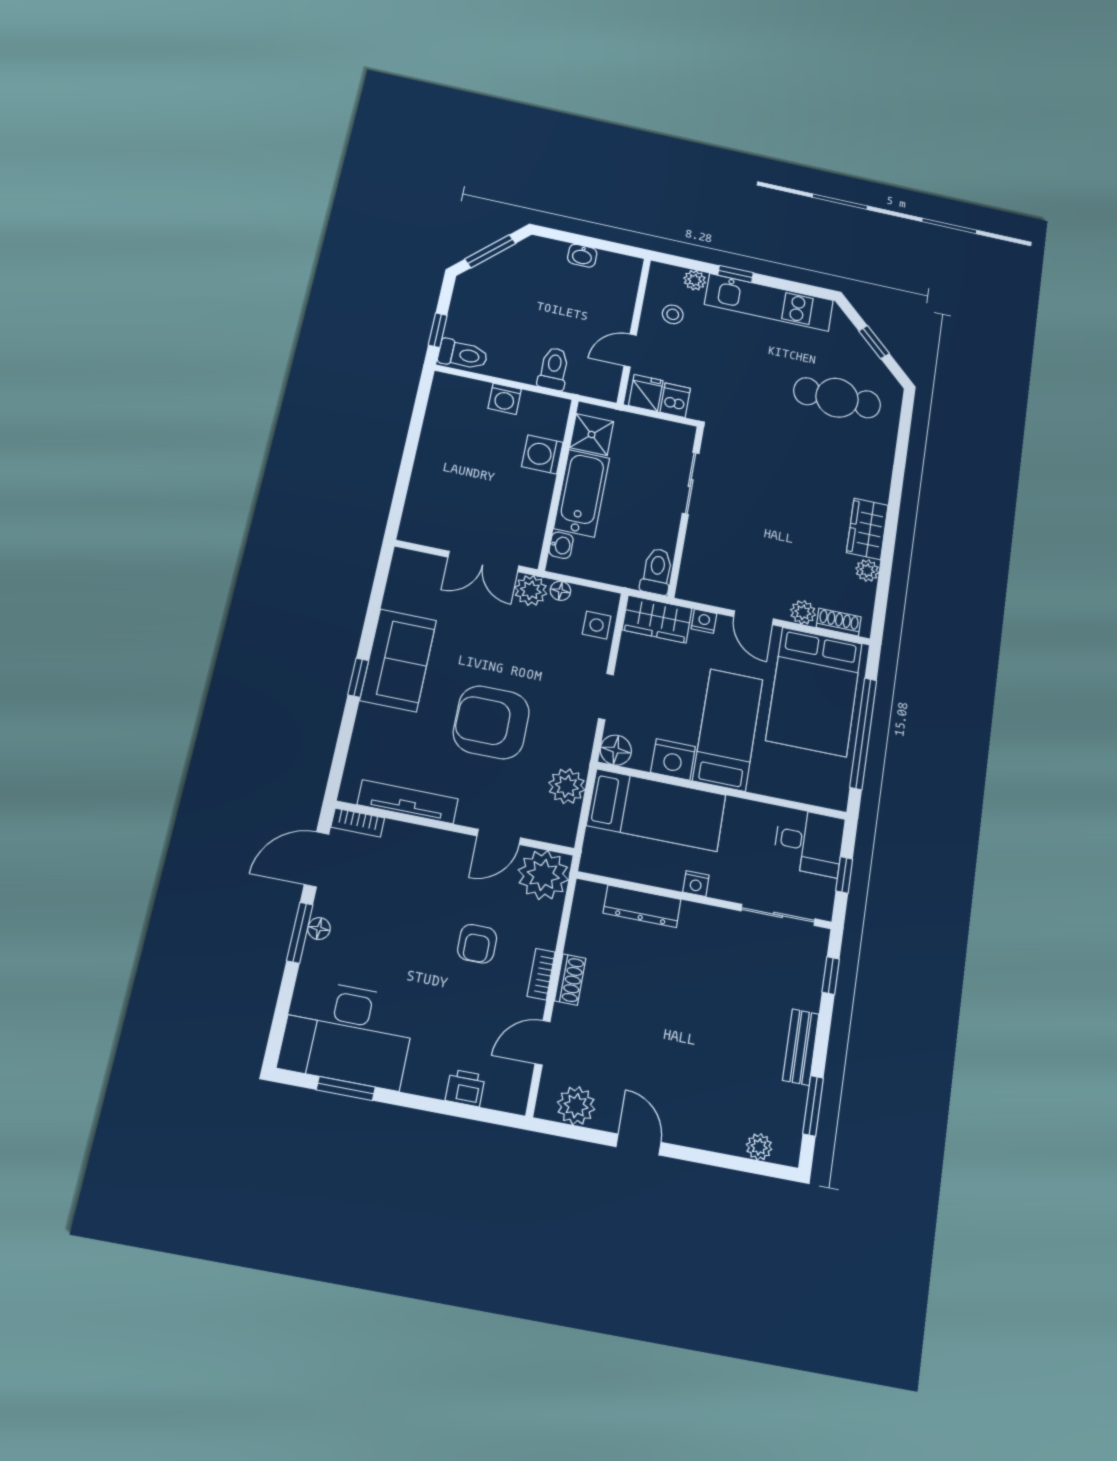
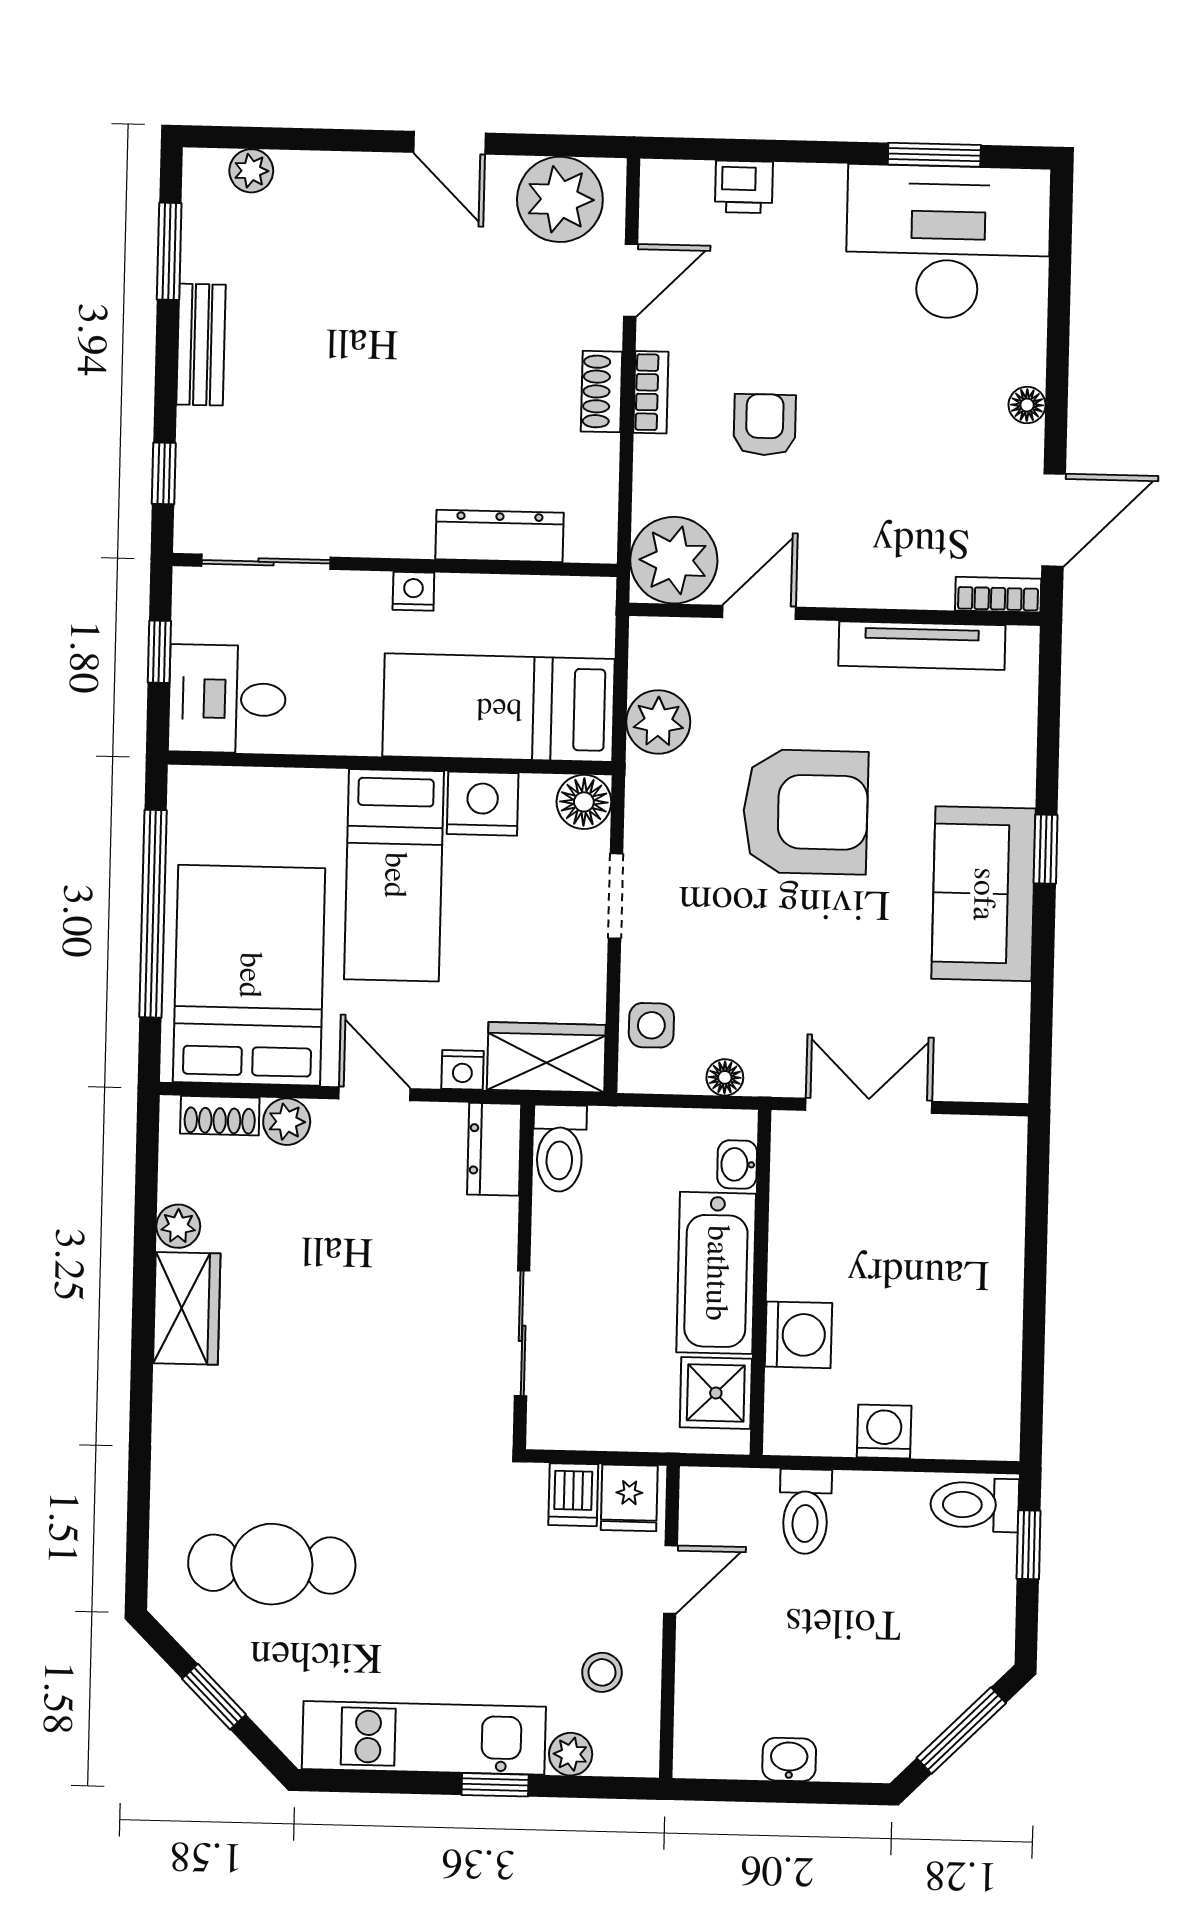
dresser: (692, 577) -> (494, 1149), added
plant: (531, 590) -> (777, 1068), removed
window: (300, 933) -> (1057, 393), removed
plant: (576, 1106) -> (560, 199), width x1.36, depth x1.36

